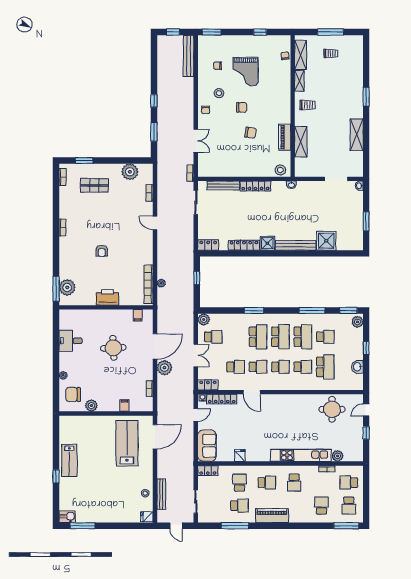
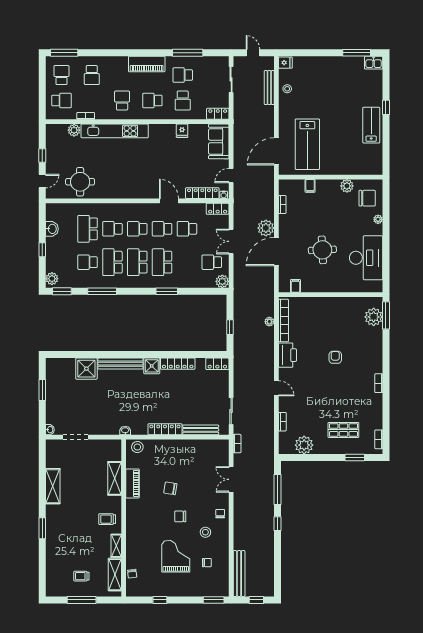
window: (154, 132) -> (277, 490), width x1.44
printer: (108, 297) -> (287, 355), moved, turned -90
desk: (71, 341) -> (366, 258), width x1.87, depth x1.30

